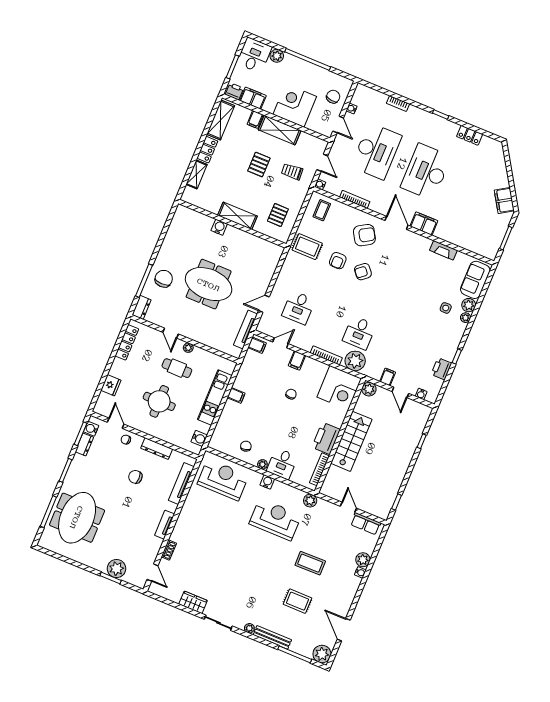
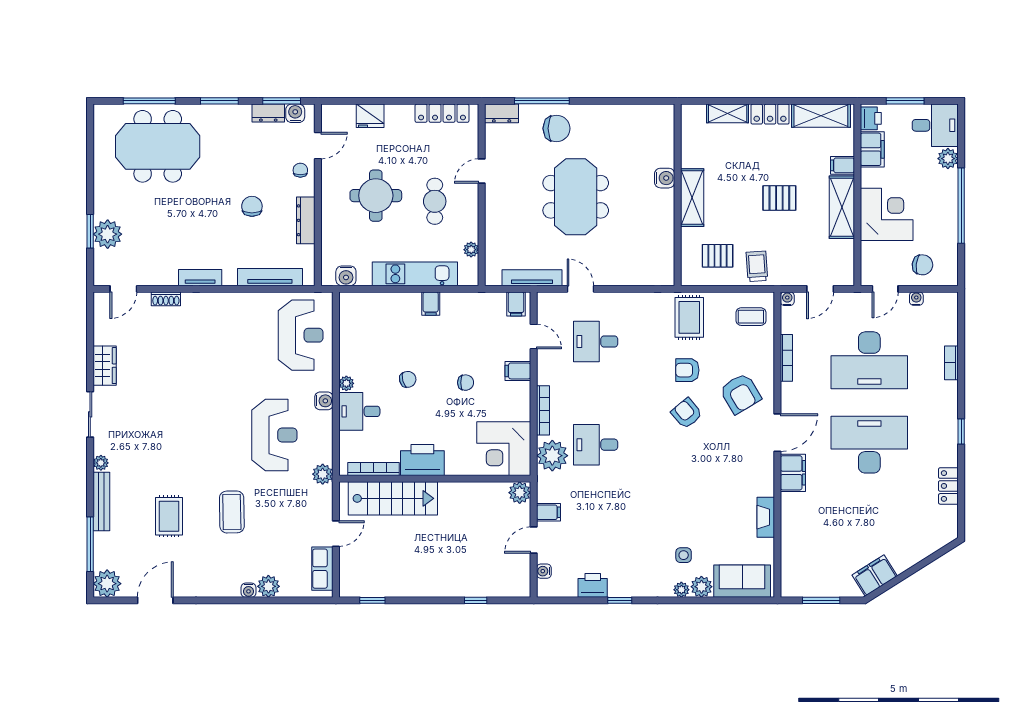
trolley: (292, 172) -> (757, 266), moved
plant: (188, 348) -> (471, 250), moved
stairs: (351, 441) -> (393, 498), moved
chair: (246, 446) -> (408, 379), moved

